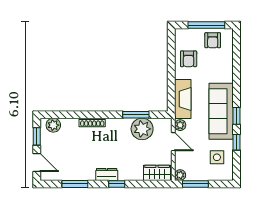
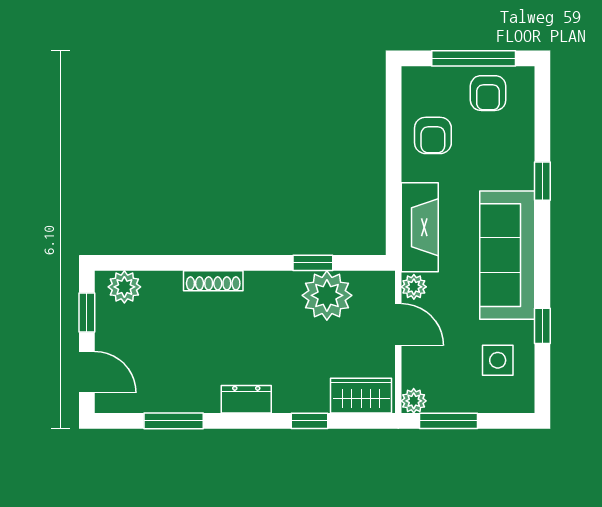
window: (136, 115) -> (313, 263), width x0.67
window: (236, 116) -> (542, 181), moved
window: (117, 184) -> (309, 421), moved

